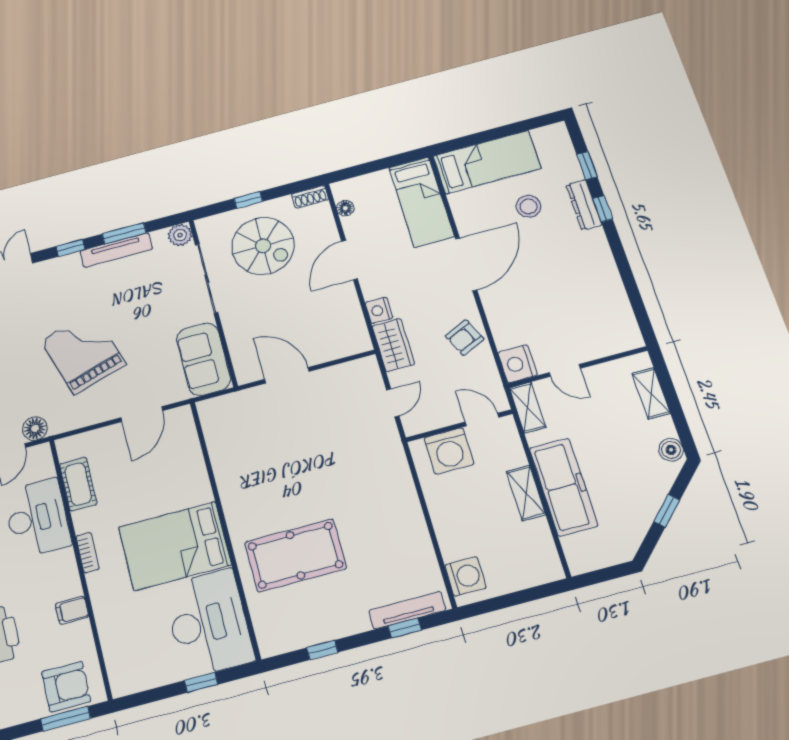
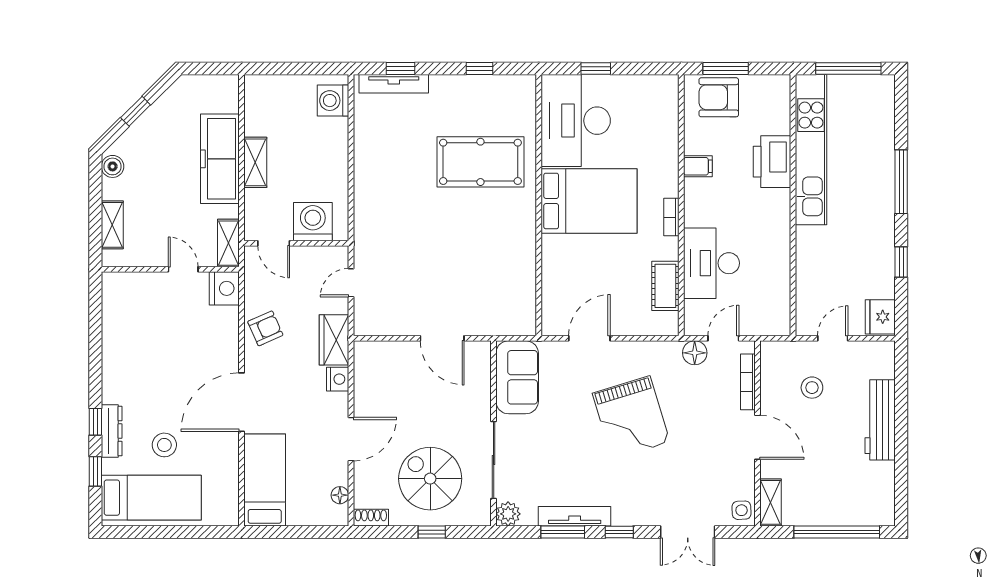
bed: (487, 162) -> (151, 498), moved, turned 180

